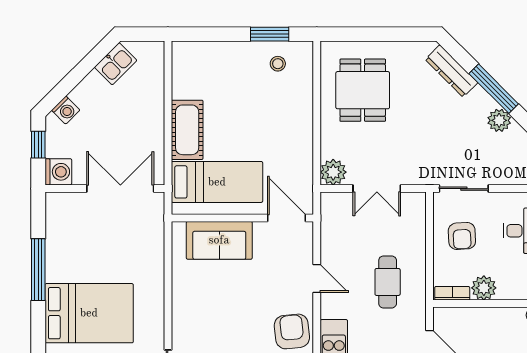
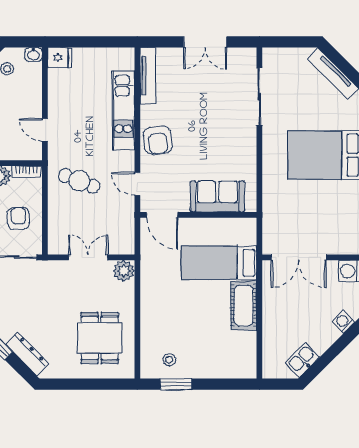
wall: (242, 218) -> (198, 215), moved
door: (286, 218) -> (162, 215), moved
sofa: (219, 240) -> (217, 196), moved
cafe table: (388, 282) -> (79, 181), turned -69

